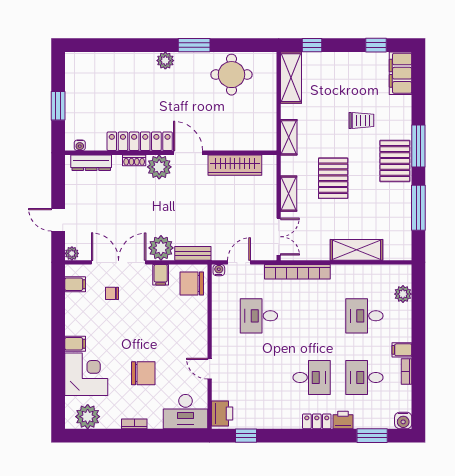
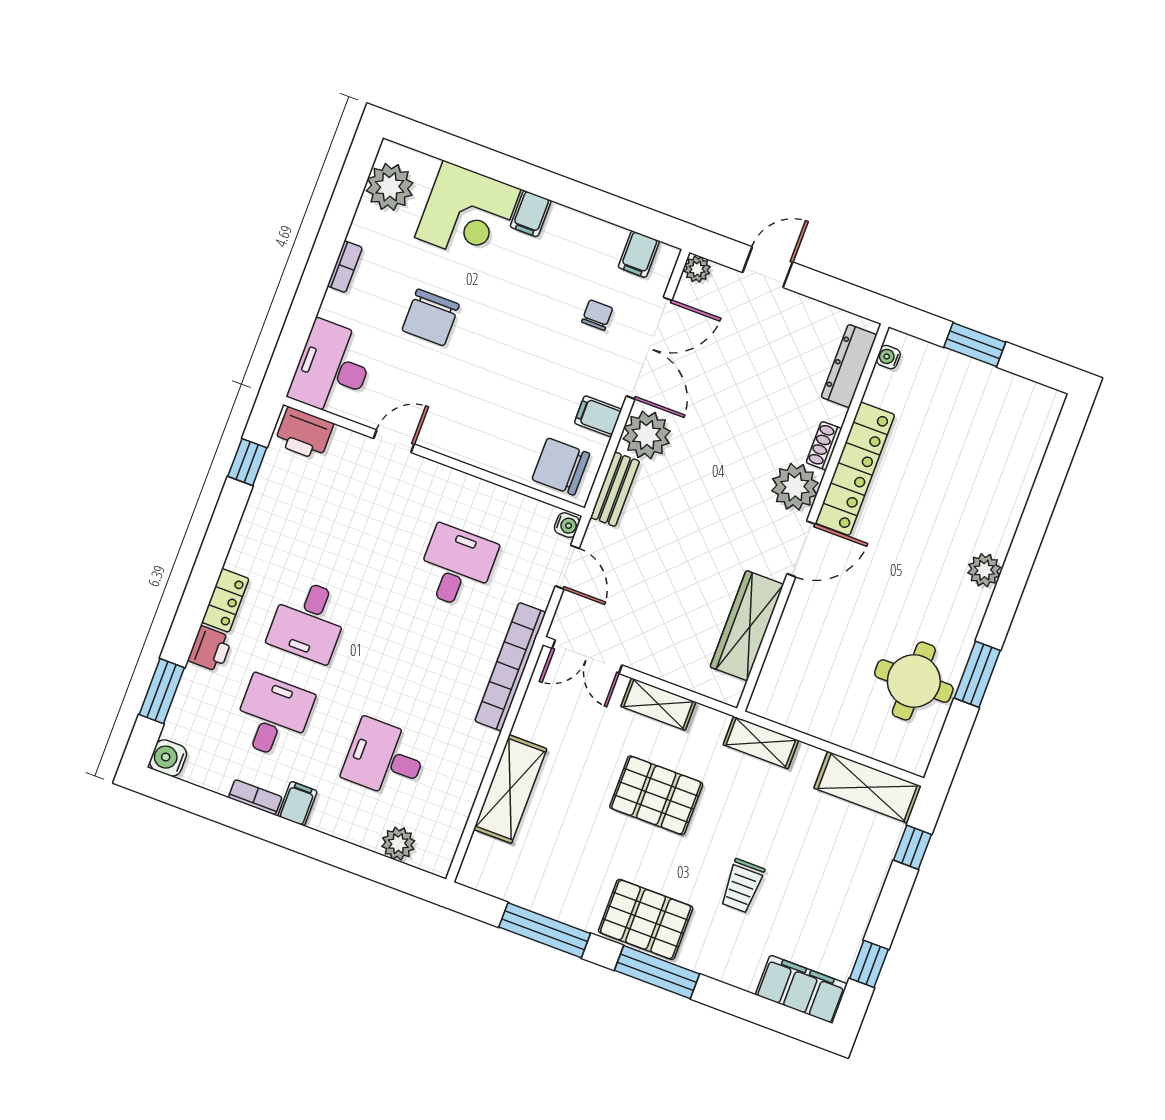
window: (194, 45) -> (977, 674), moved
chair: (192, 284) -> (561, 467), turned -90
desk: (364, 316) -> (385, 759), turned -90

